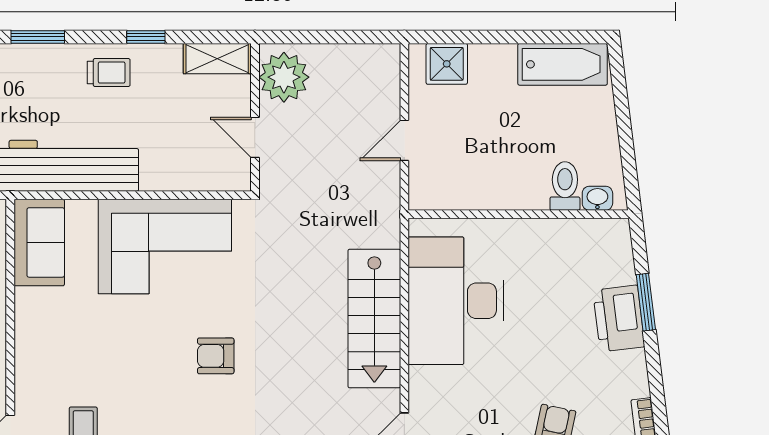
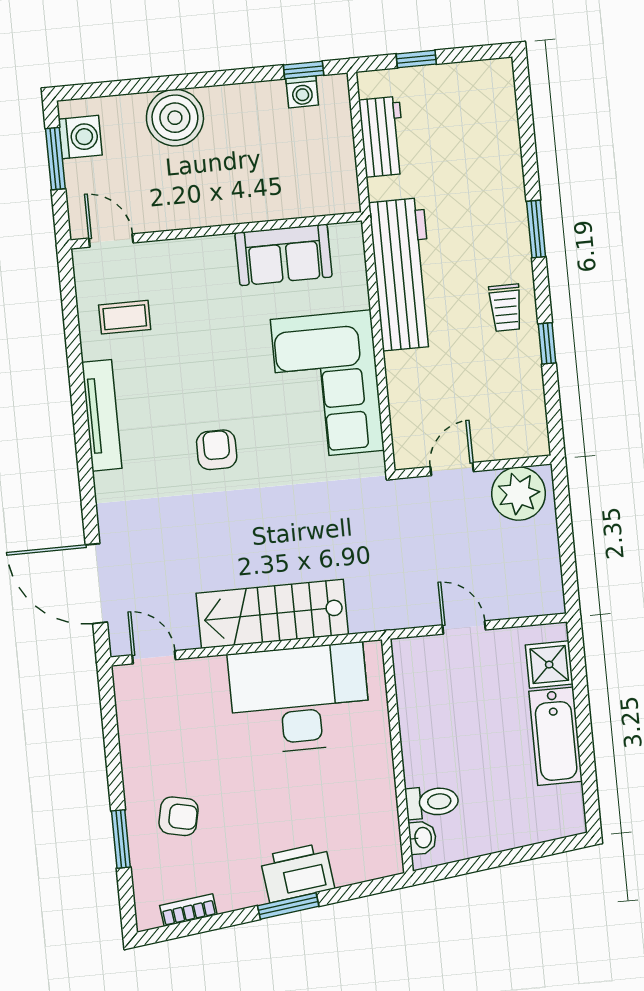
shelving: (217, 59) -> (531, 421), removed
bathtub: (563, 64) -> (556, 736), moved
sofa: (39, 242) -> (283, 255), moved
window: (646, 302) -> (288, 906), moved

